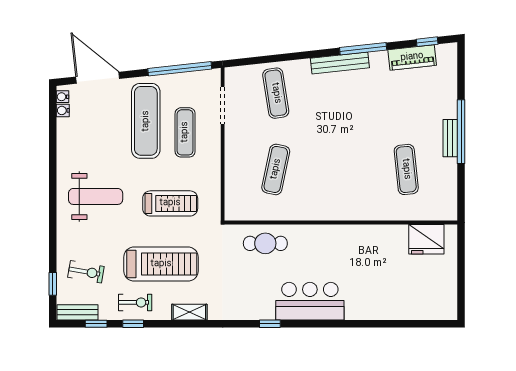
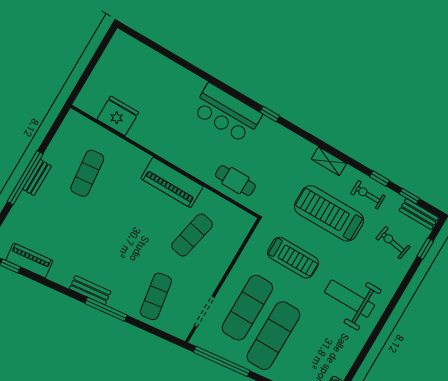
window: (363, 49) -> (106, 309), moved
bench: (340, 63) -> (90, 290), width x0.73
exercise mat: (185, 132) -> (247, 308), width x1.36, depth x1.45
treadmill: (170, 203) -> (293, 258), turned 180
piano: (323, 207) -> (172, 182), added
fridge: (426, 239) -> (118, 116), moved

